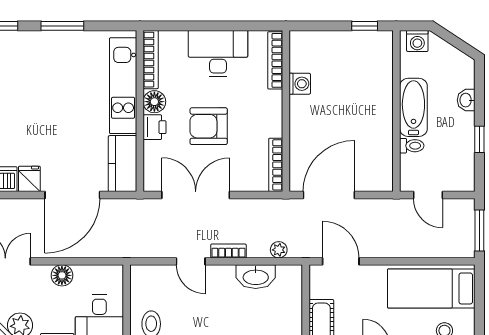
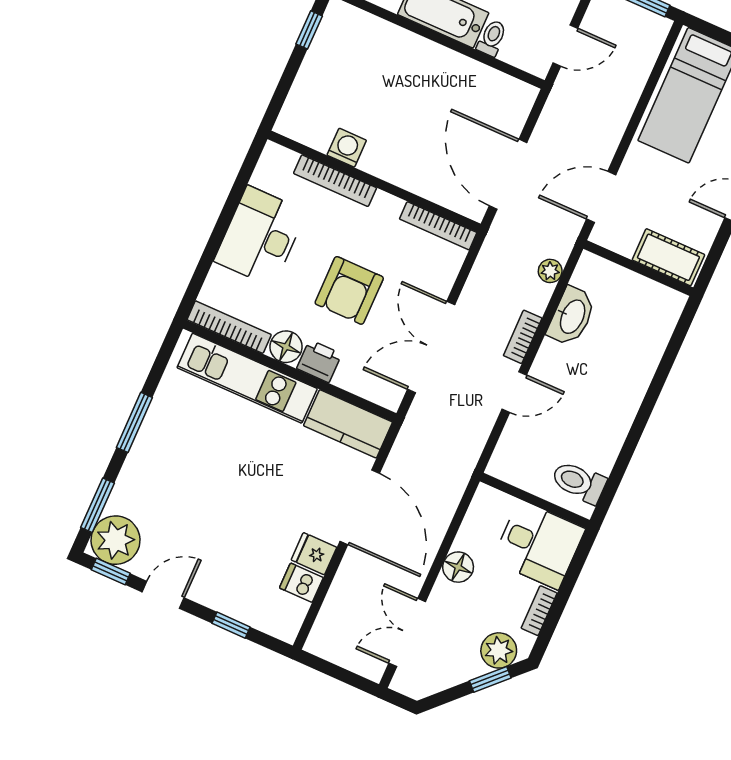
bookcase: (275, 60) -> (335, 181), moved

